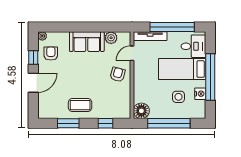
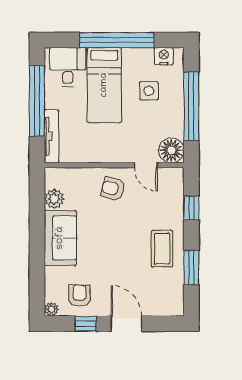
door: (132, 53) -> (146, 165), moved
armchair: (51, 54) -> (80, 296), turned 90
nightstand: (200, 94) -> (164, 56), moved

